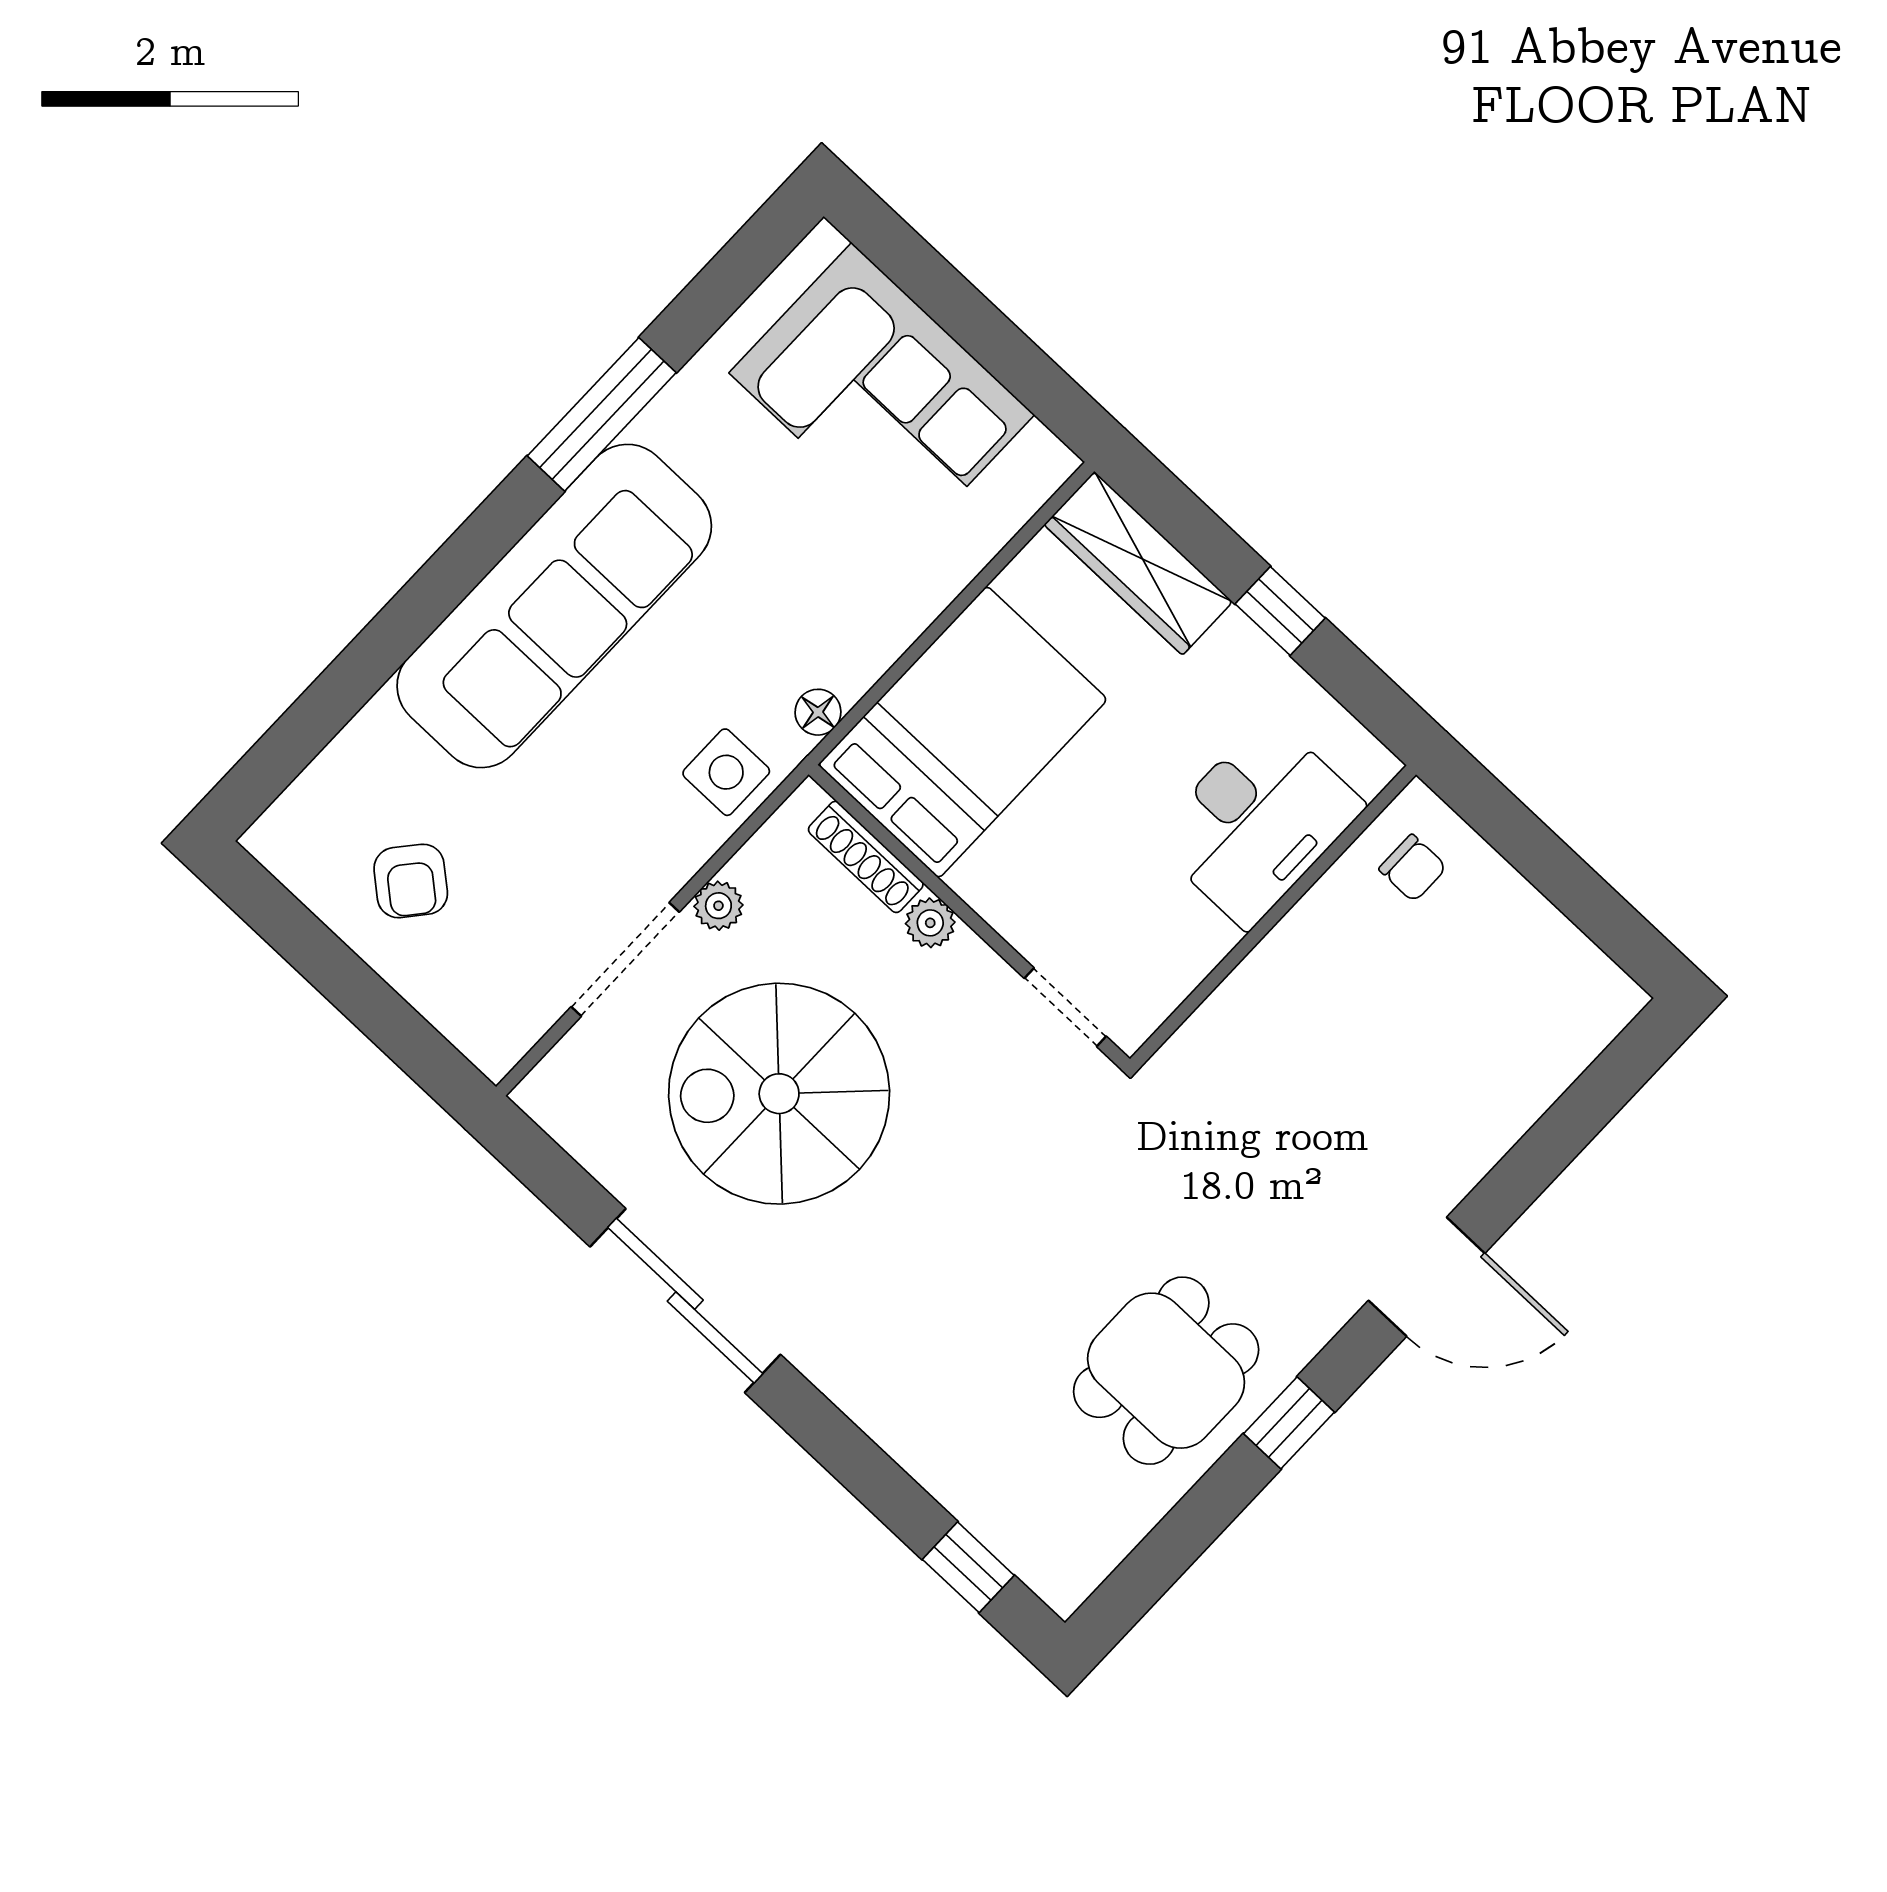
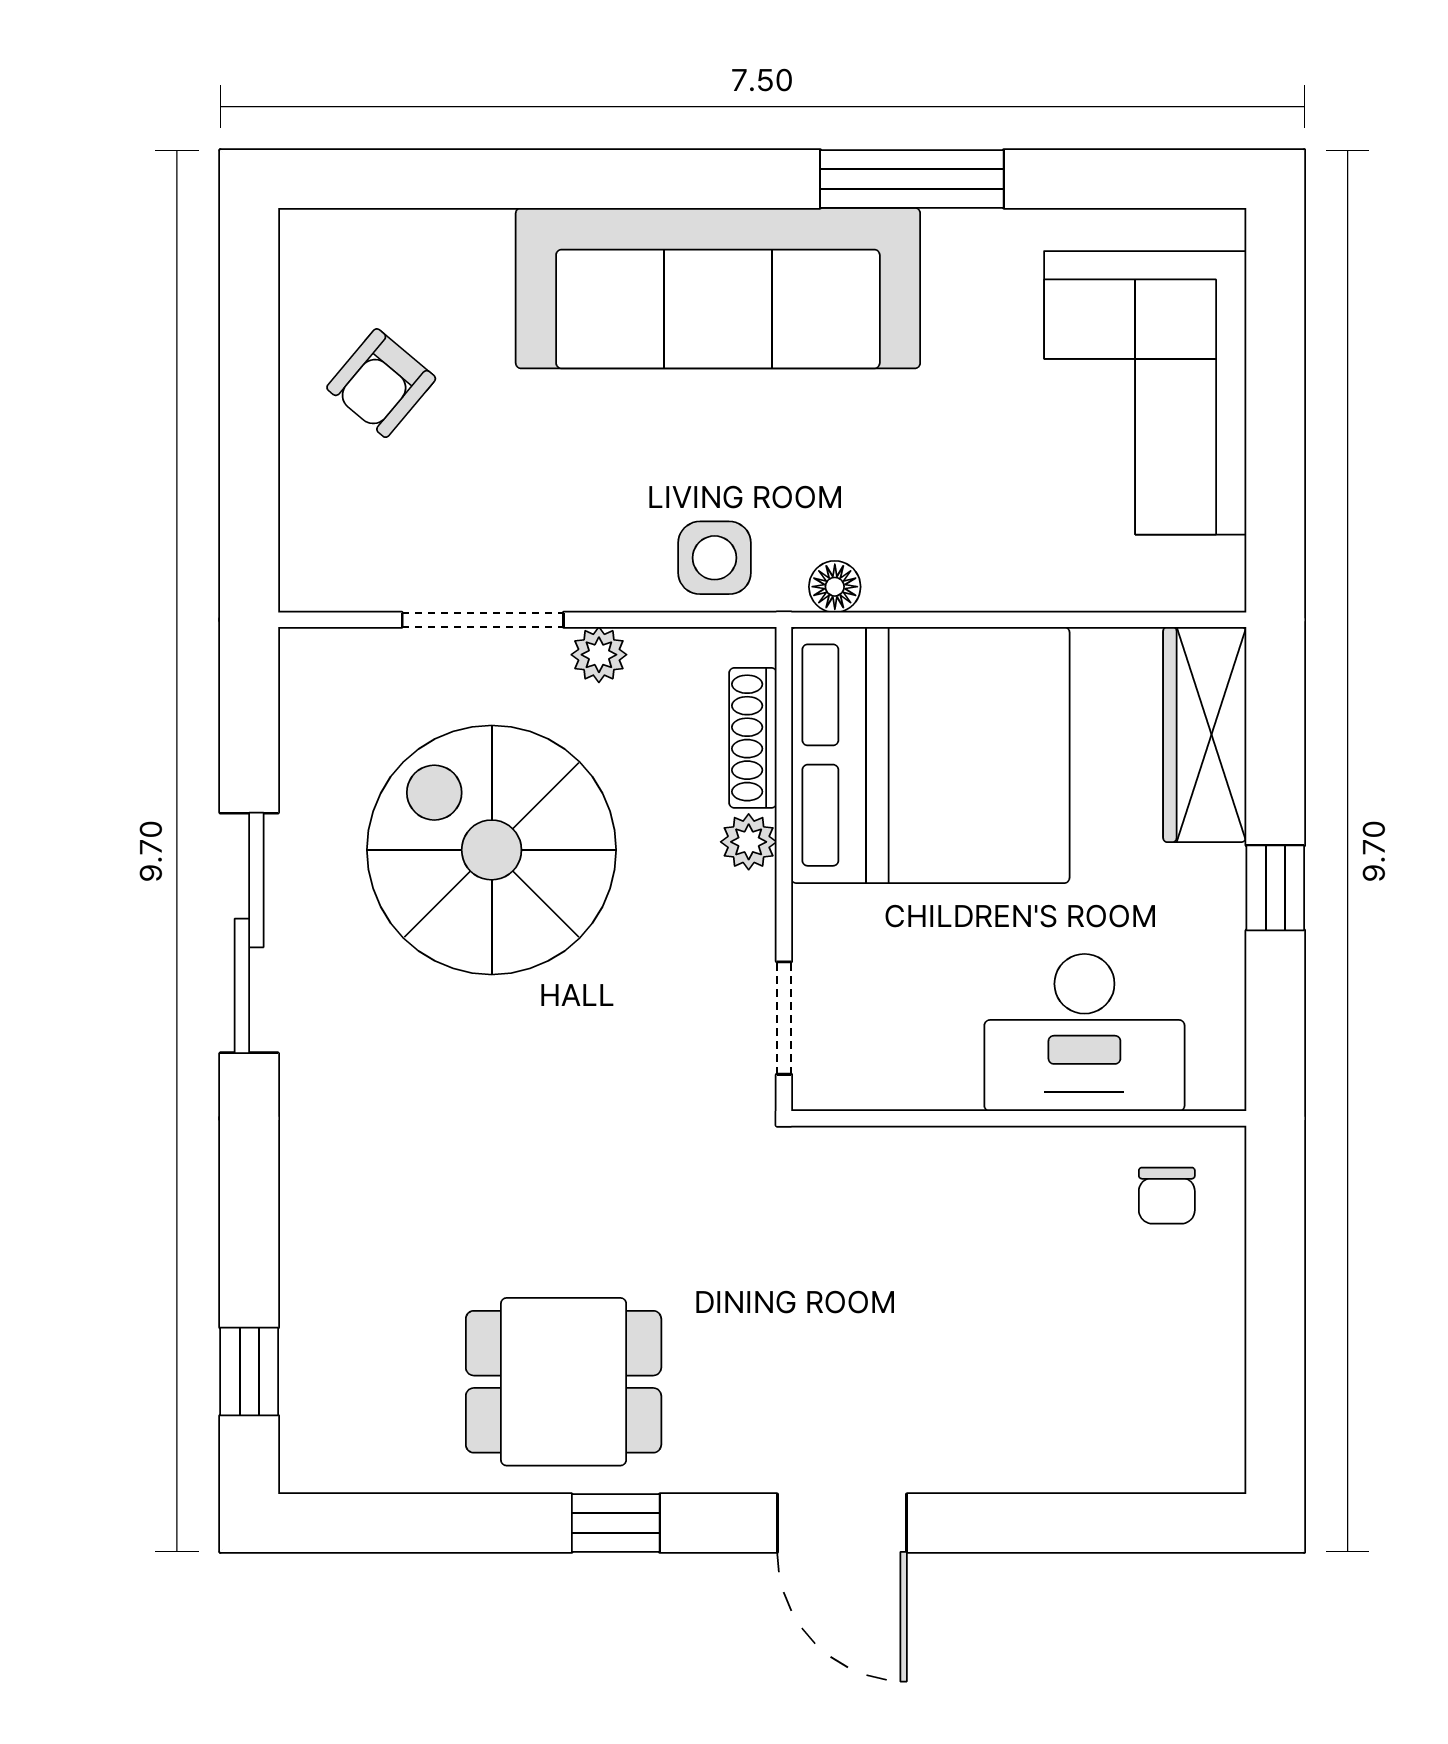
bed: (963, 732) -> (930, 755), width x1.36

